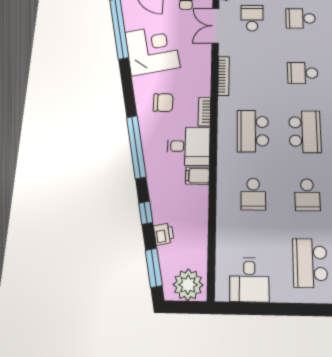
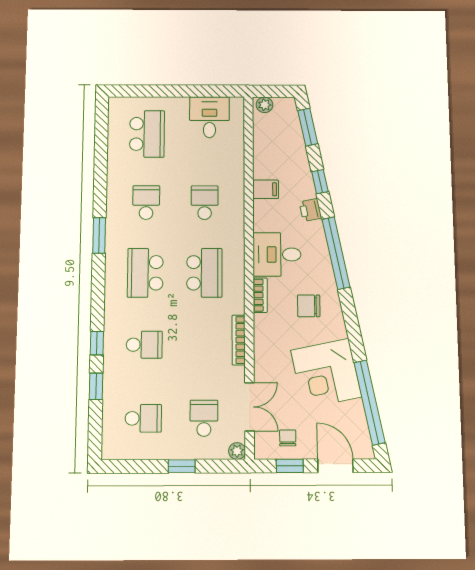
school desk: (252, 18) -> (204, 418), turned 180
filing cabinet: (197, 176) -> (266, 189), moved
printer: (164, 234) -> (310, 210), moved
plant: (188, 285) -> (265, 105), width x0.53, depth x0.53

